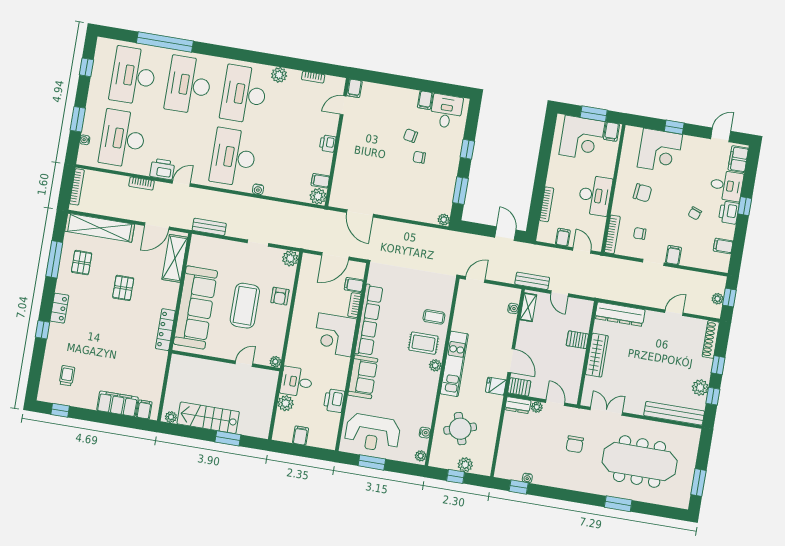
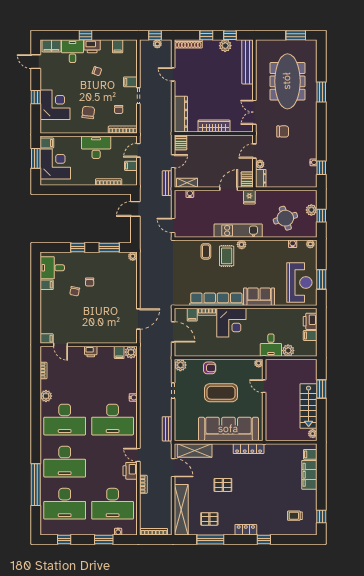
server rack: (577, 340) -> (181, 142), moved
printer: (334, 401) -> (310, 321), moved, turned 90

